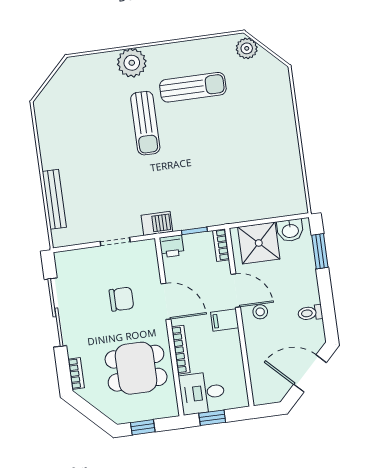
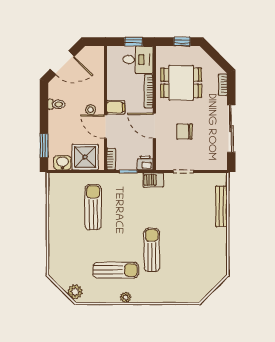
plant: (132, 63) -> (126, 297), moved, width x0.53, depth x0.53
sun lounger: (193, 87) -> (116, 270), turned 180
sun lounger: (238, 173) -> (93, 207), added

